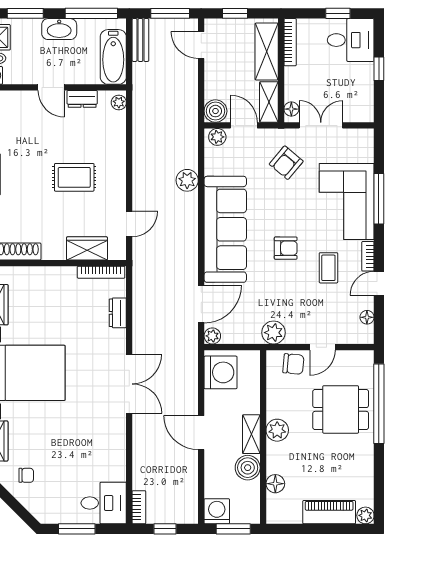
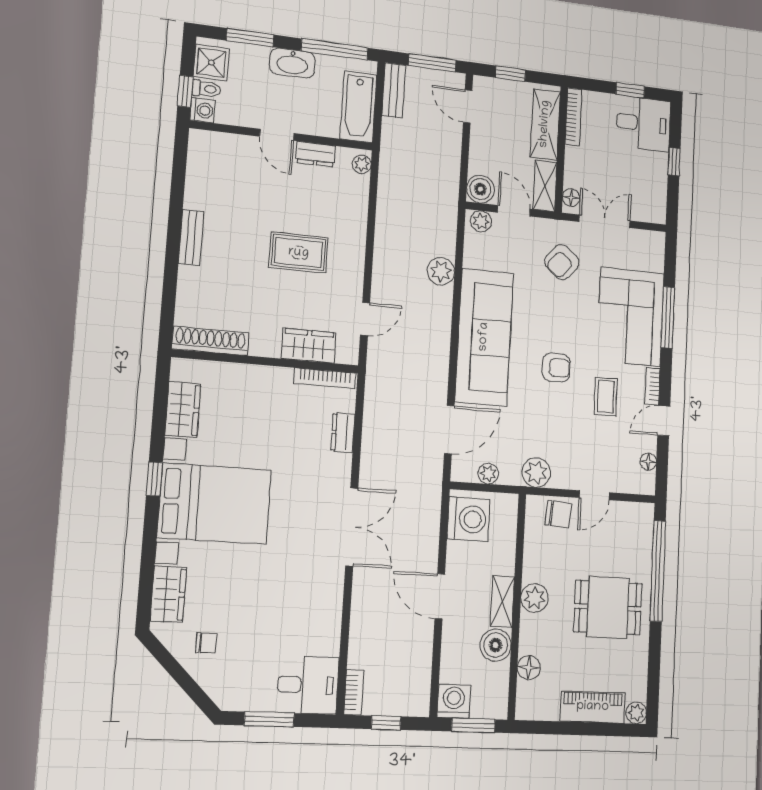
plant: (212, 336) -> (488, 474), moved
dining table: (341, 409) -> (608, 608), moved

